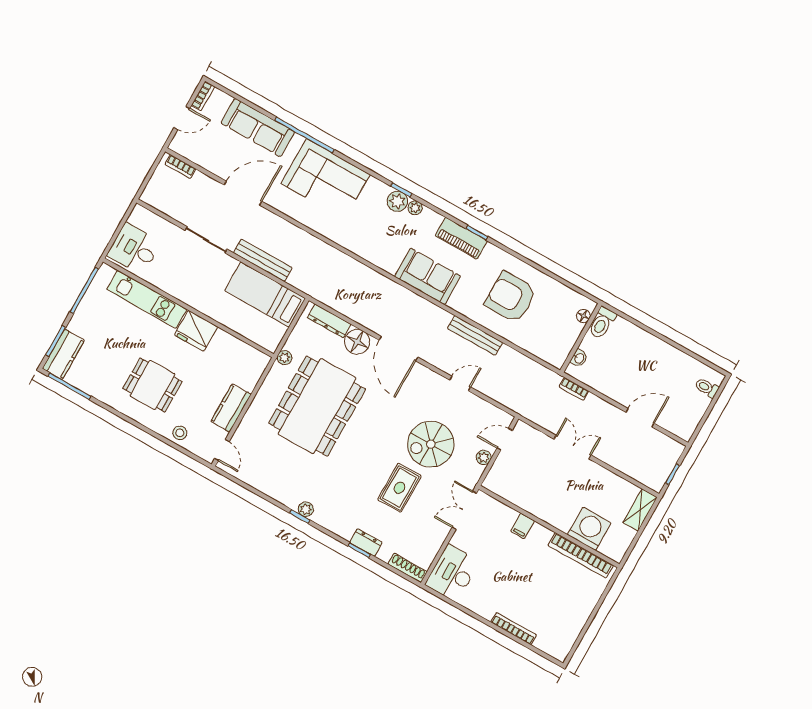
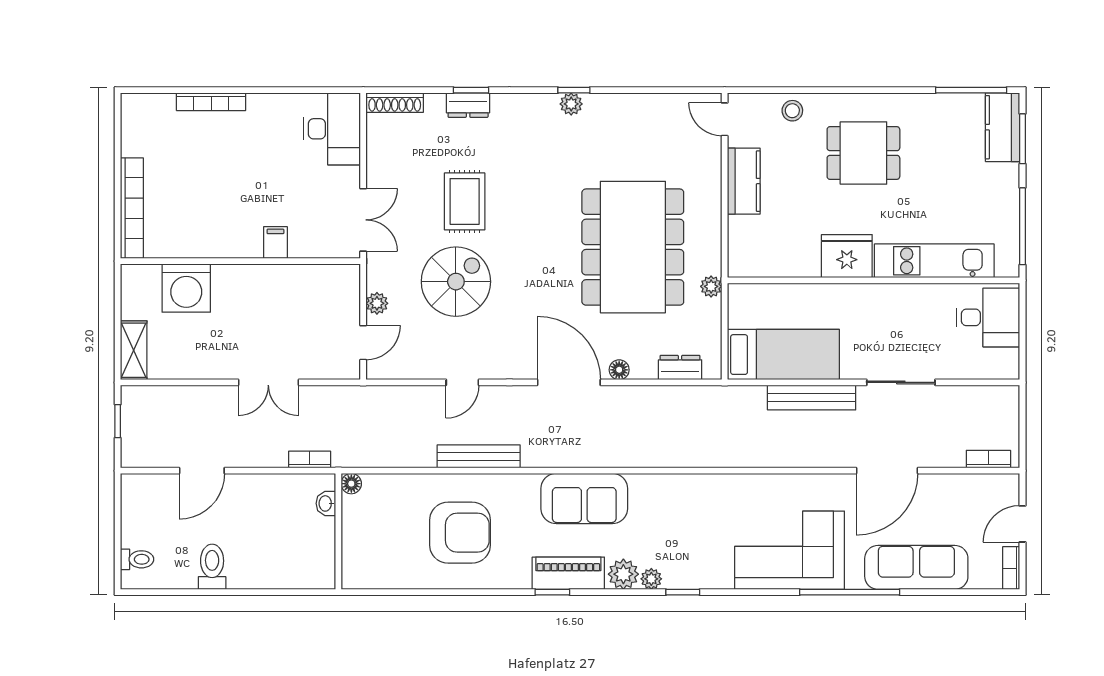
plant: (397, 201) -> (623, 574), moved
floor lamp: (583, 316) -> (351, 484), moved
dresser: (329, 321) -> (680, 368), width x0.70
toilet: (602, 323) -> (212, 567), moved
floor lamp: (357, 342) -> (619, 370), width x0.53, depth x0.53
bookcase: (581, 555) -> (132, 208), moved, turned 90

